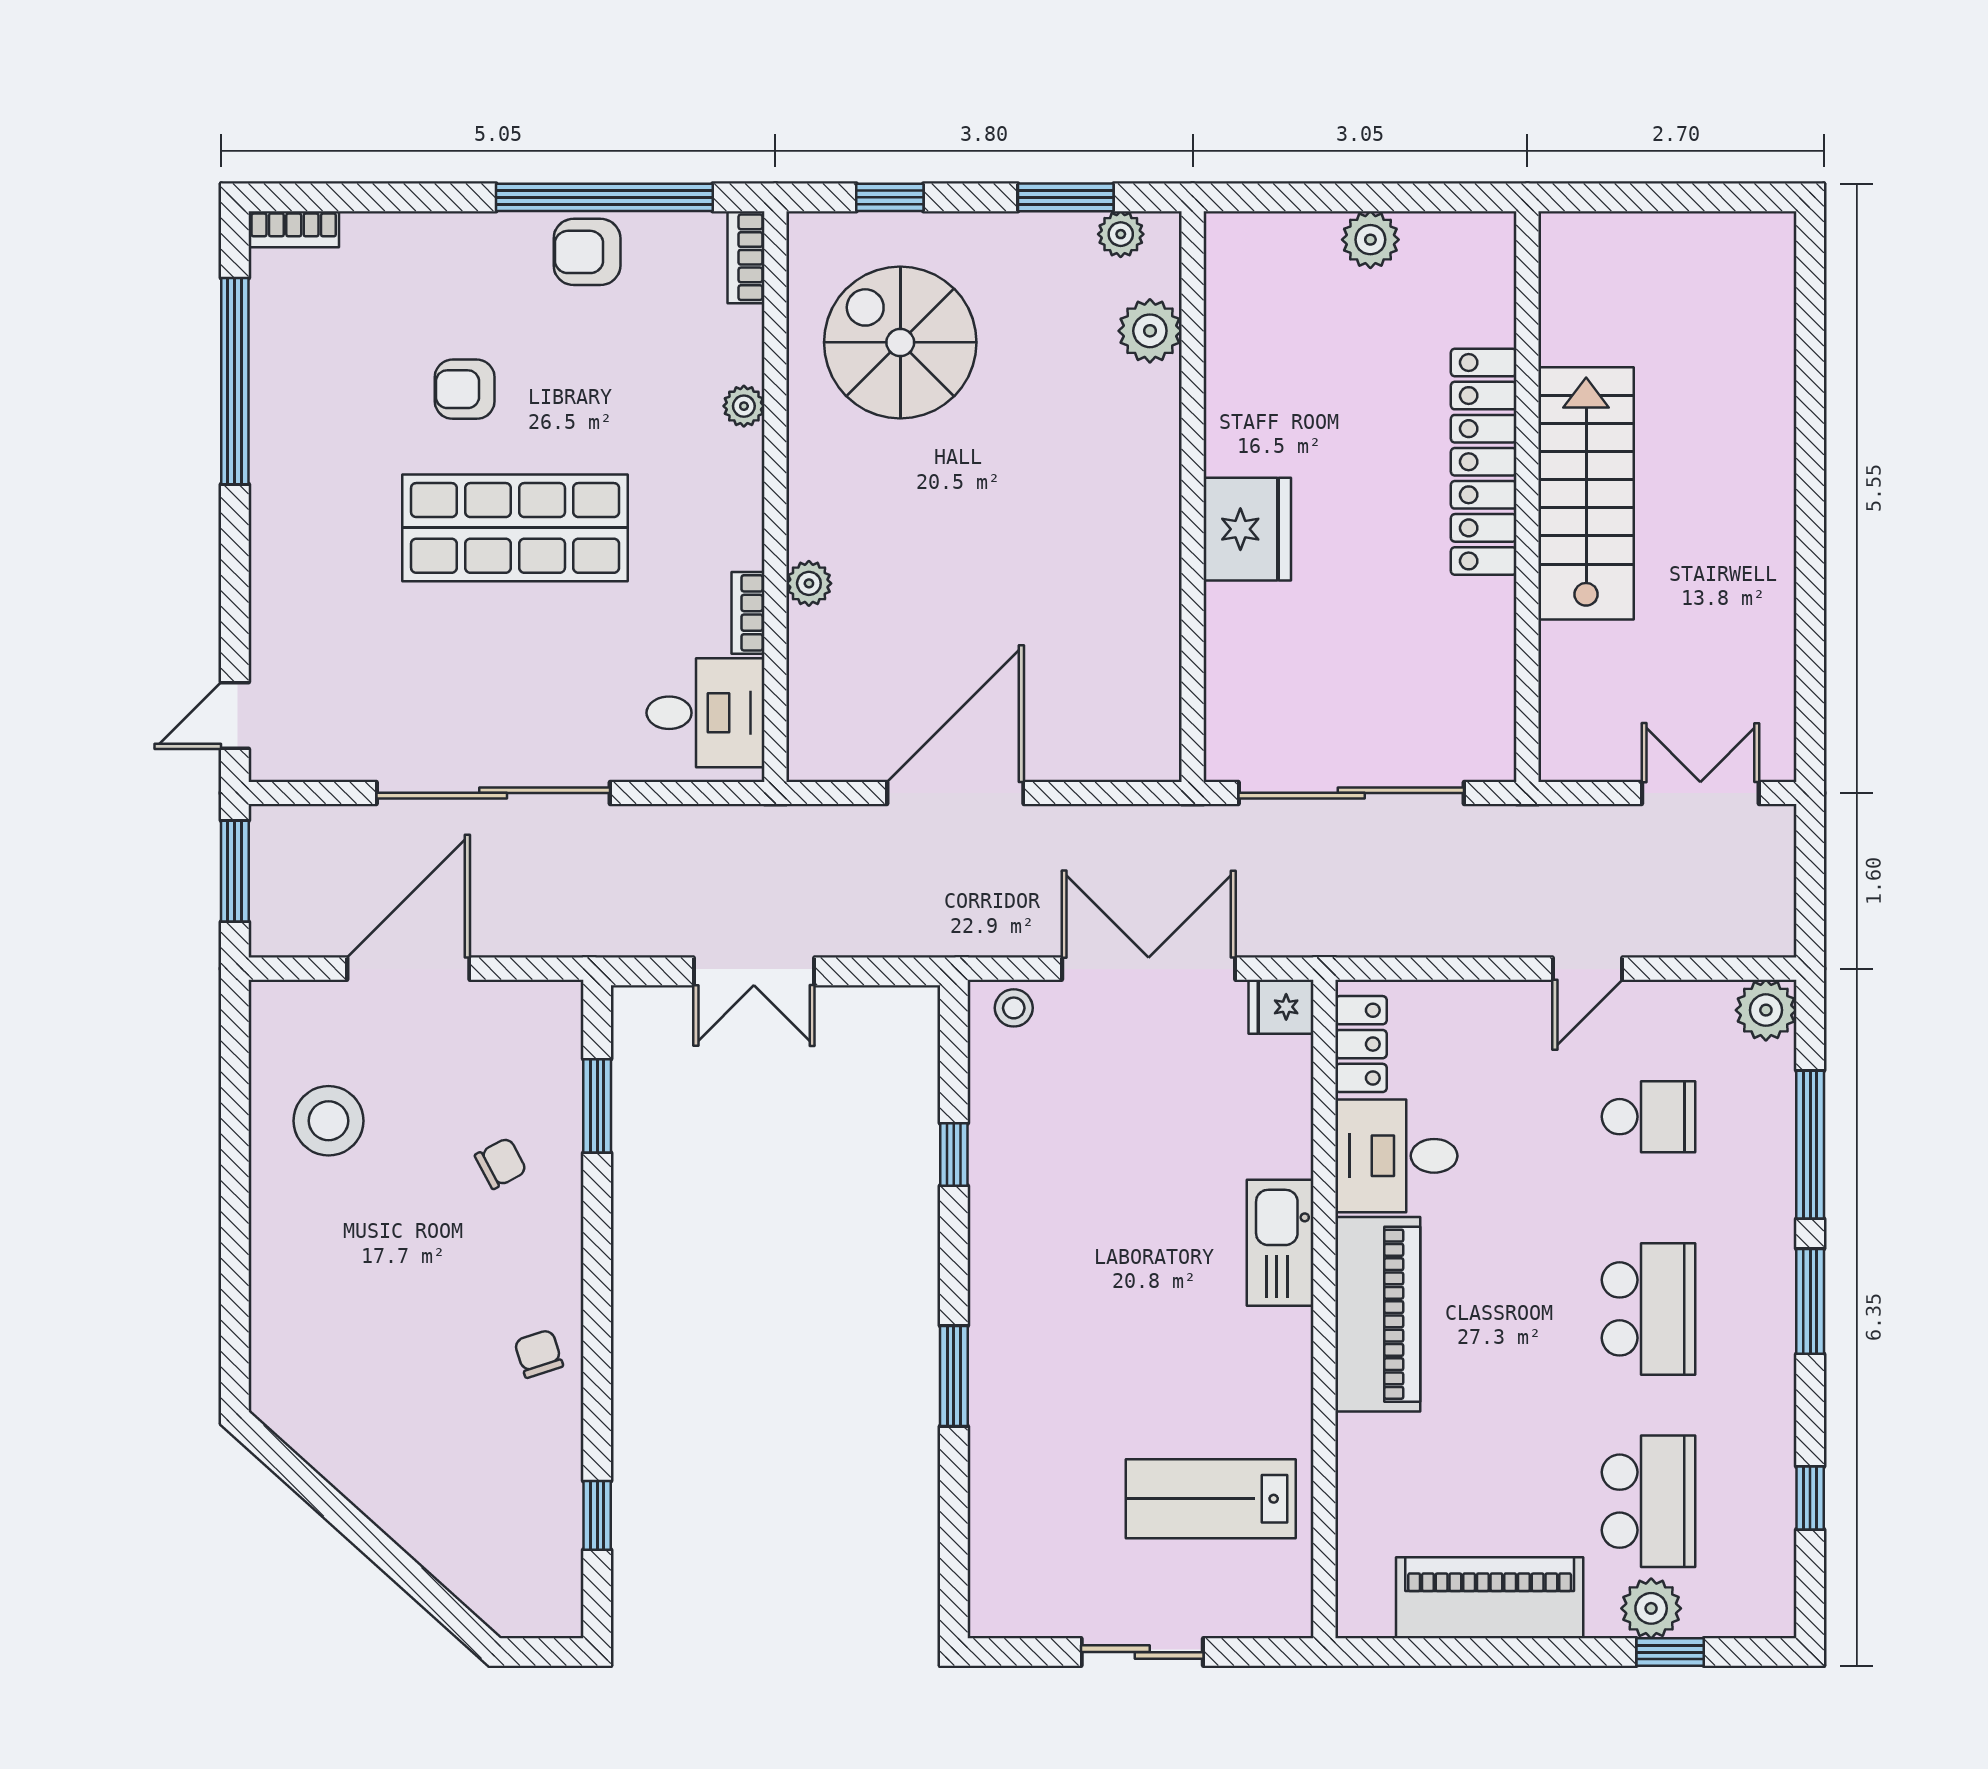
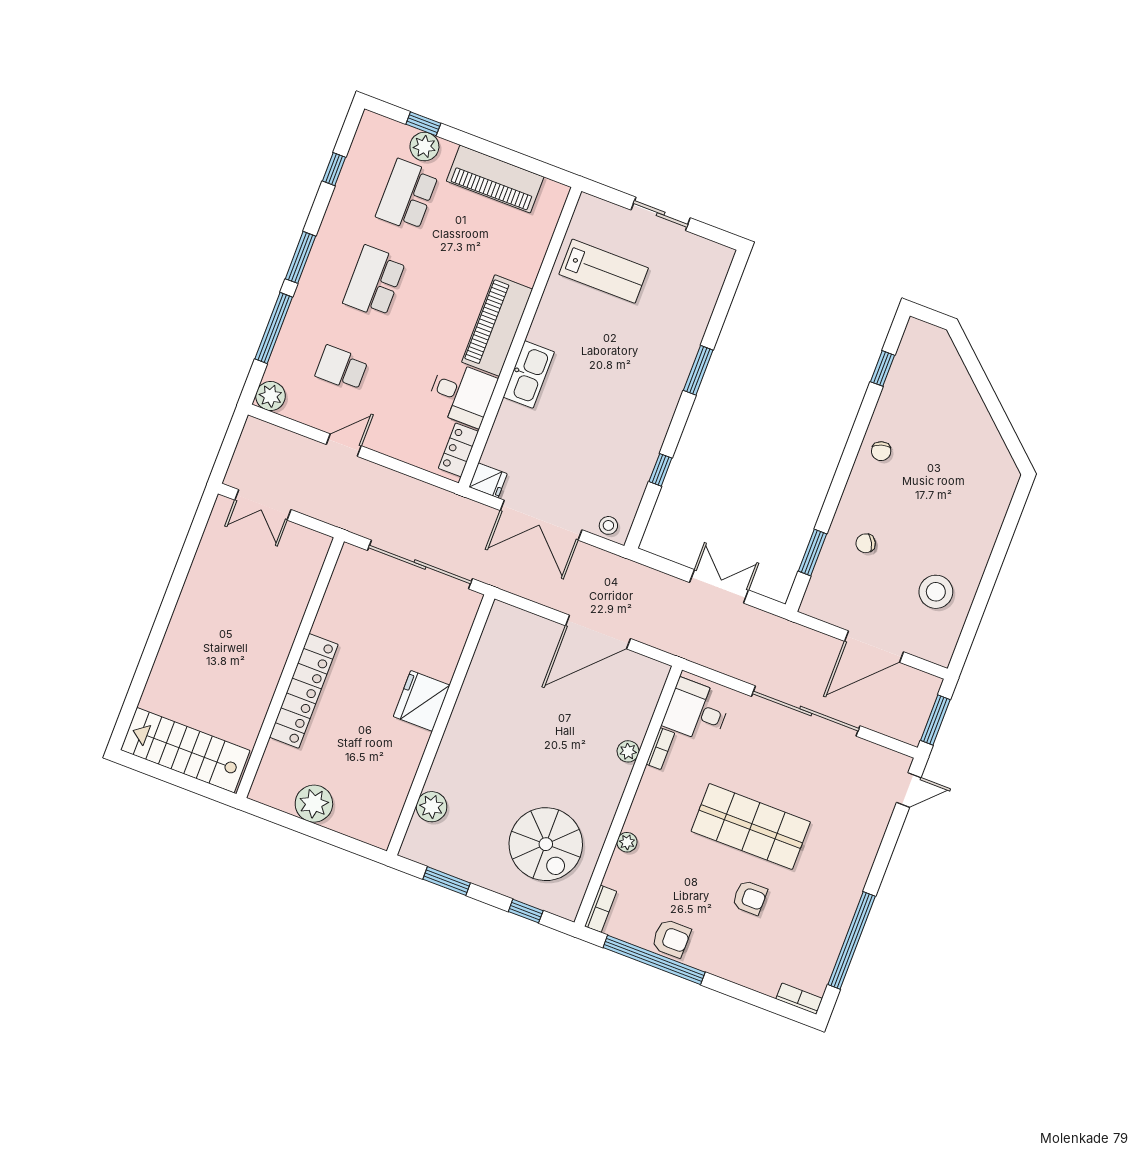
plant: (1121, 234) -> (428, 855), removed
plant: (1370, 240) -> (314, 804), width x1.36, depth x1.36
stairs: (1586, 493) -> (185, 750), moved, turned 90

